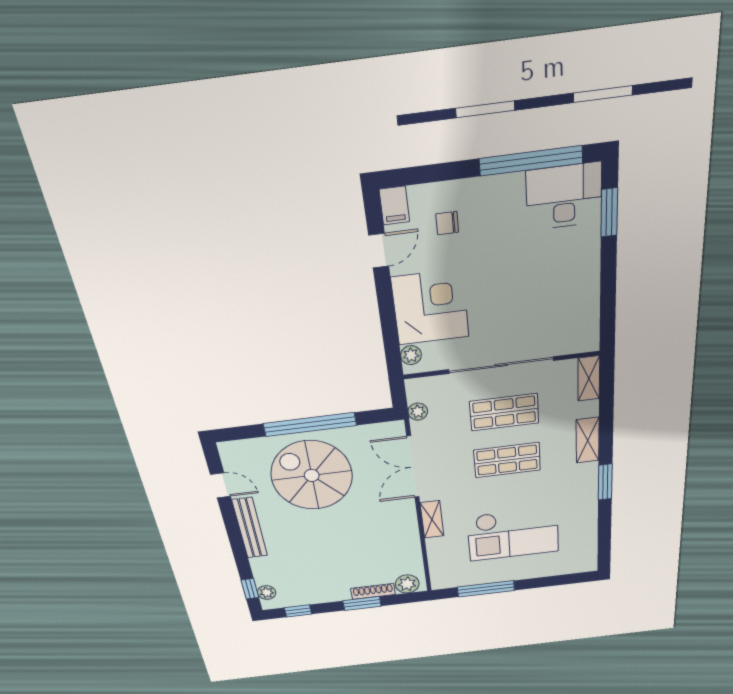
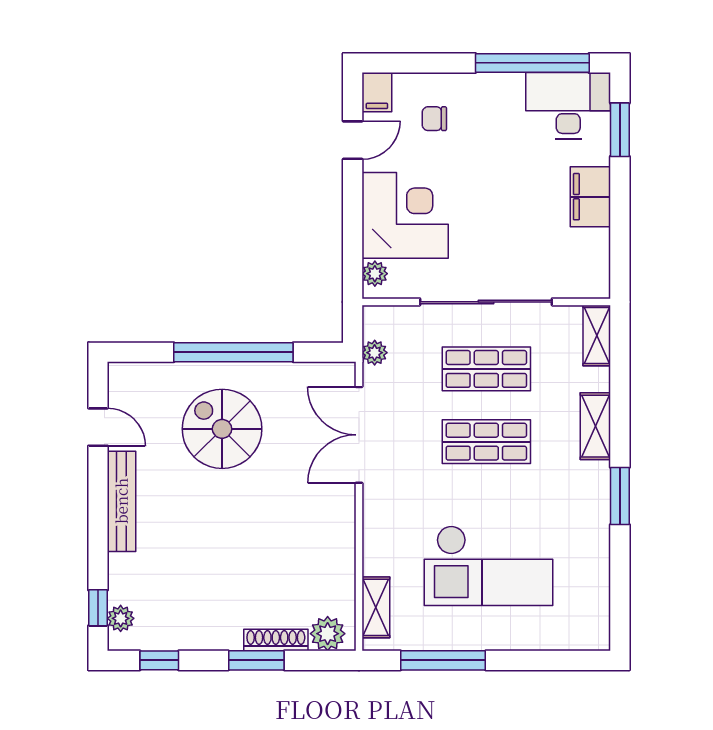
filing cabinet: (584, 273) -> (590, 197), added
spiral stairs: (312, 475) -> (222, 429), width x0.73, depth x0.73
shelving: (432, 519) -> (376, 607), moved

